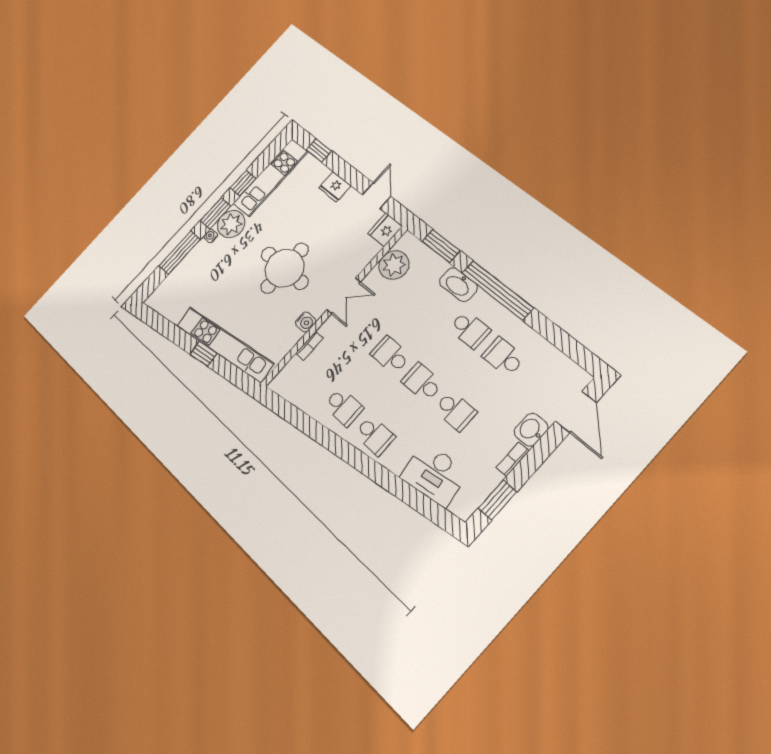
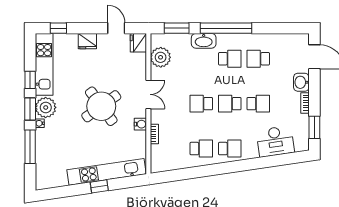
round table: (285, 268) -> (101, 106), turned -36

